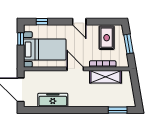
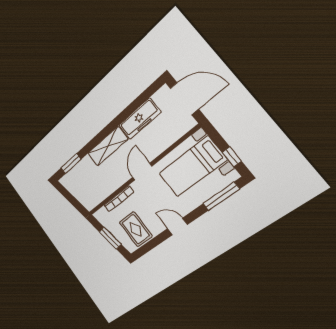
window: (42, 22) -> (221, 196), width x2.17
door: (75, 69) -> (142, 172), swing flipped
shelving: (105, 77) -> (108, 146), moved

